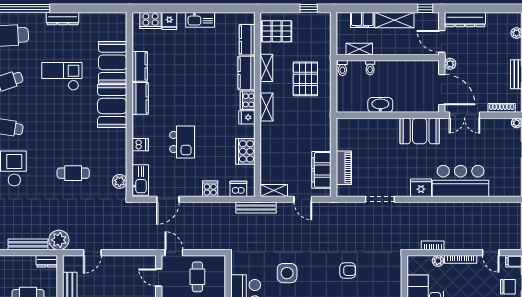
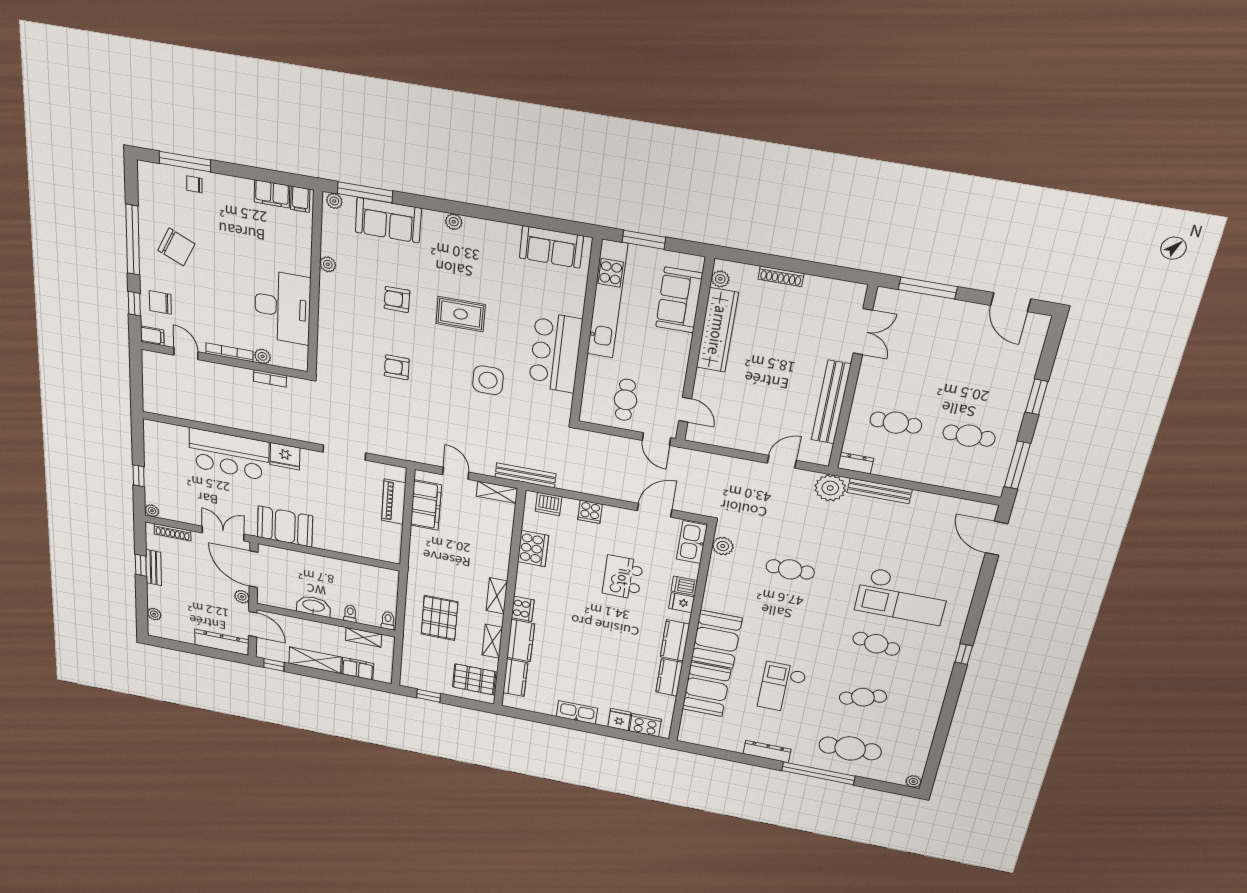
checkout: (62, 76) -> (782, 688), turned 90
washbasin: (380, 105) -> (313, 606), moved, turned 180
fridge: (247, 117) -> (682, 603), moved, turned 180

